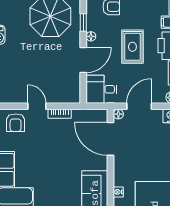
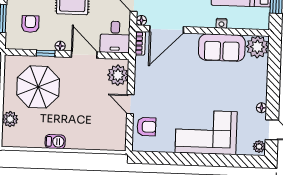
plant: (64, 93) -> (118, 75), added
door: (37, 106) -> (130, 104), hinge flipped
bookcase: (60, 114) -> (140, 43), moved

